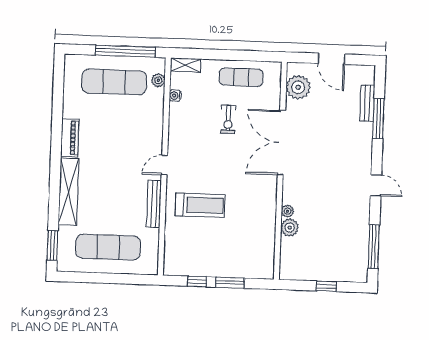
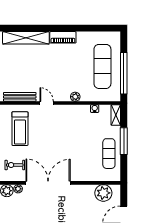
window: (224, 55) -> (124, 141), added
plant: (158, 80) -> (75, 97), moved
exercise bike: (228, 119) -> (15, 165), moved
double door: (281, 143) -> (48, 183), moved

